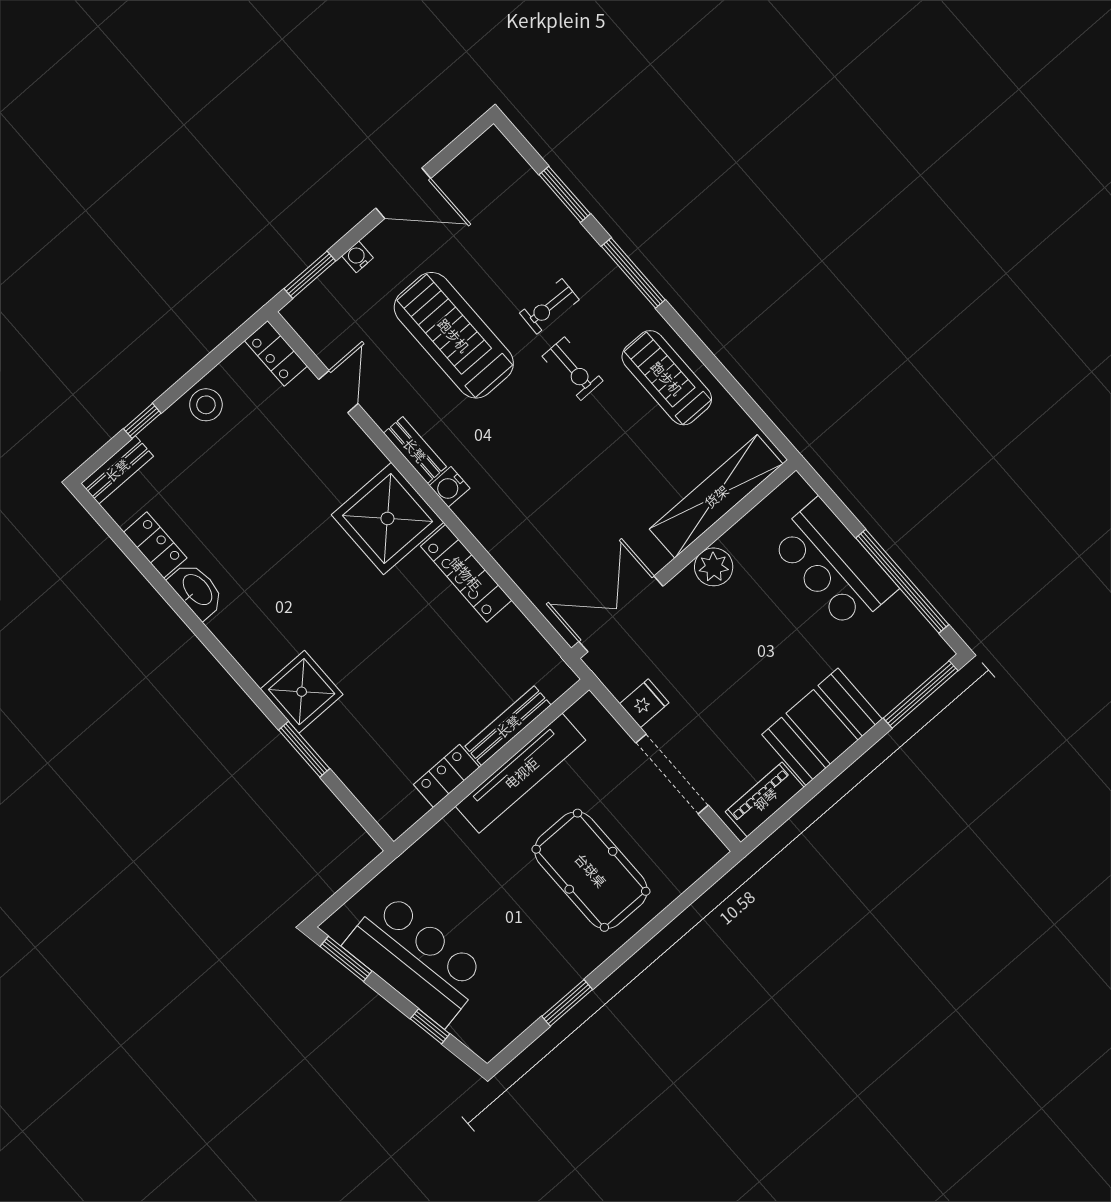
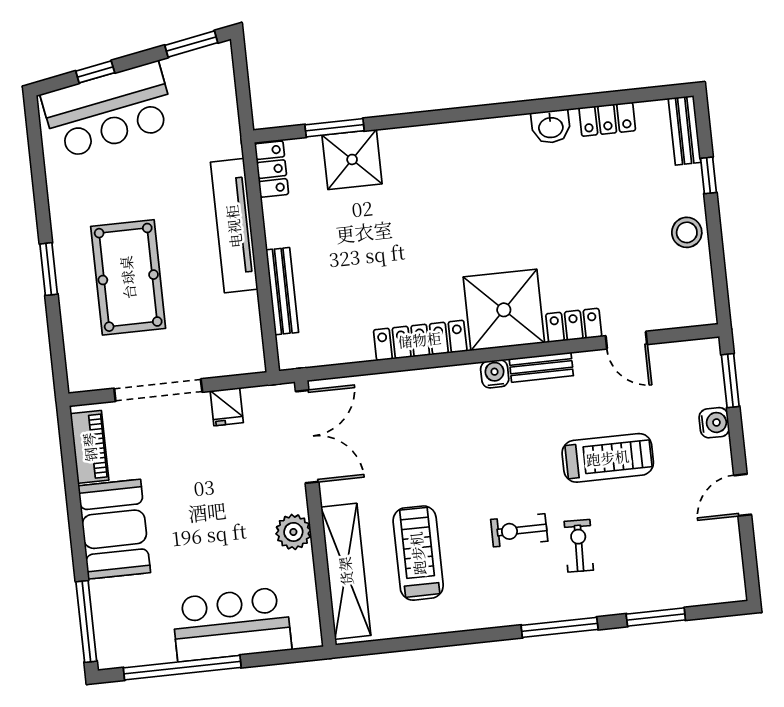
door: (403, 193) -> (743, 495), width x0.73
water cooler: (357, 257) -> (714, 423), width x1.38, depth x1.38
treadmill: (454, 335) -> (608, 458), width x0.73, depth x0.73
locker: (276, 353) -> (574, 325), moved
treadmill: (667, 378) -> (418, 553), moved, turned -90
washbasin: (197, 590) -> (551, 127), width x0.72
shower: (302, 692) -> (352, 159), moved
window: (304, 749) -> (335, 128), moved
tv unit: (521, 773) -> (234, 226), moved
locker: (447, 776) -> (272, 169), moved
pool table: (591, 870) -> (128, 277), turned 90
bar counter: (416, 959) -> (108, 110), moved
window: (567, 1003) -> (49, 269), moved

